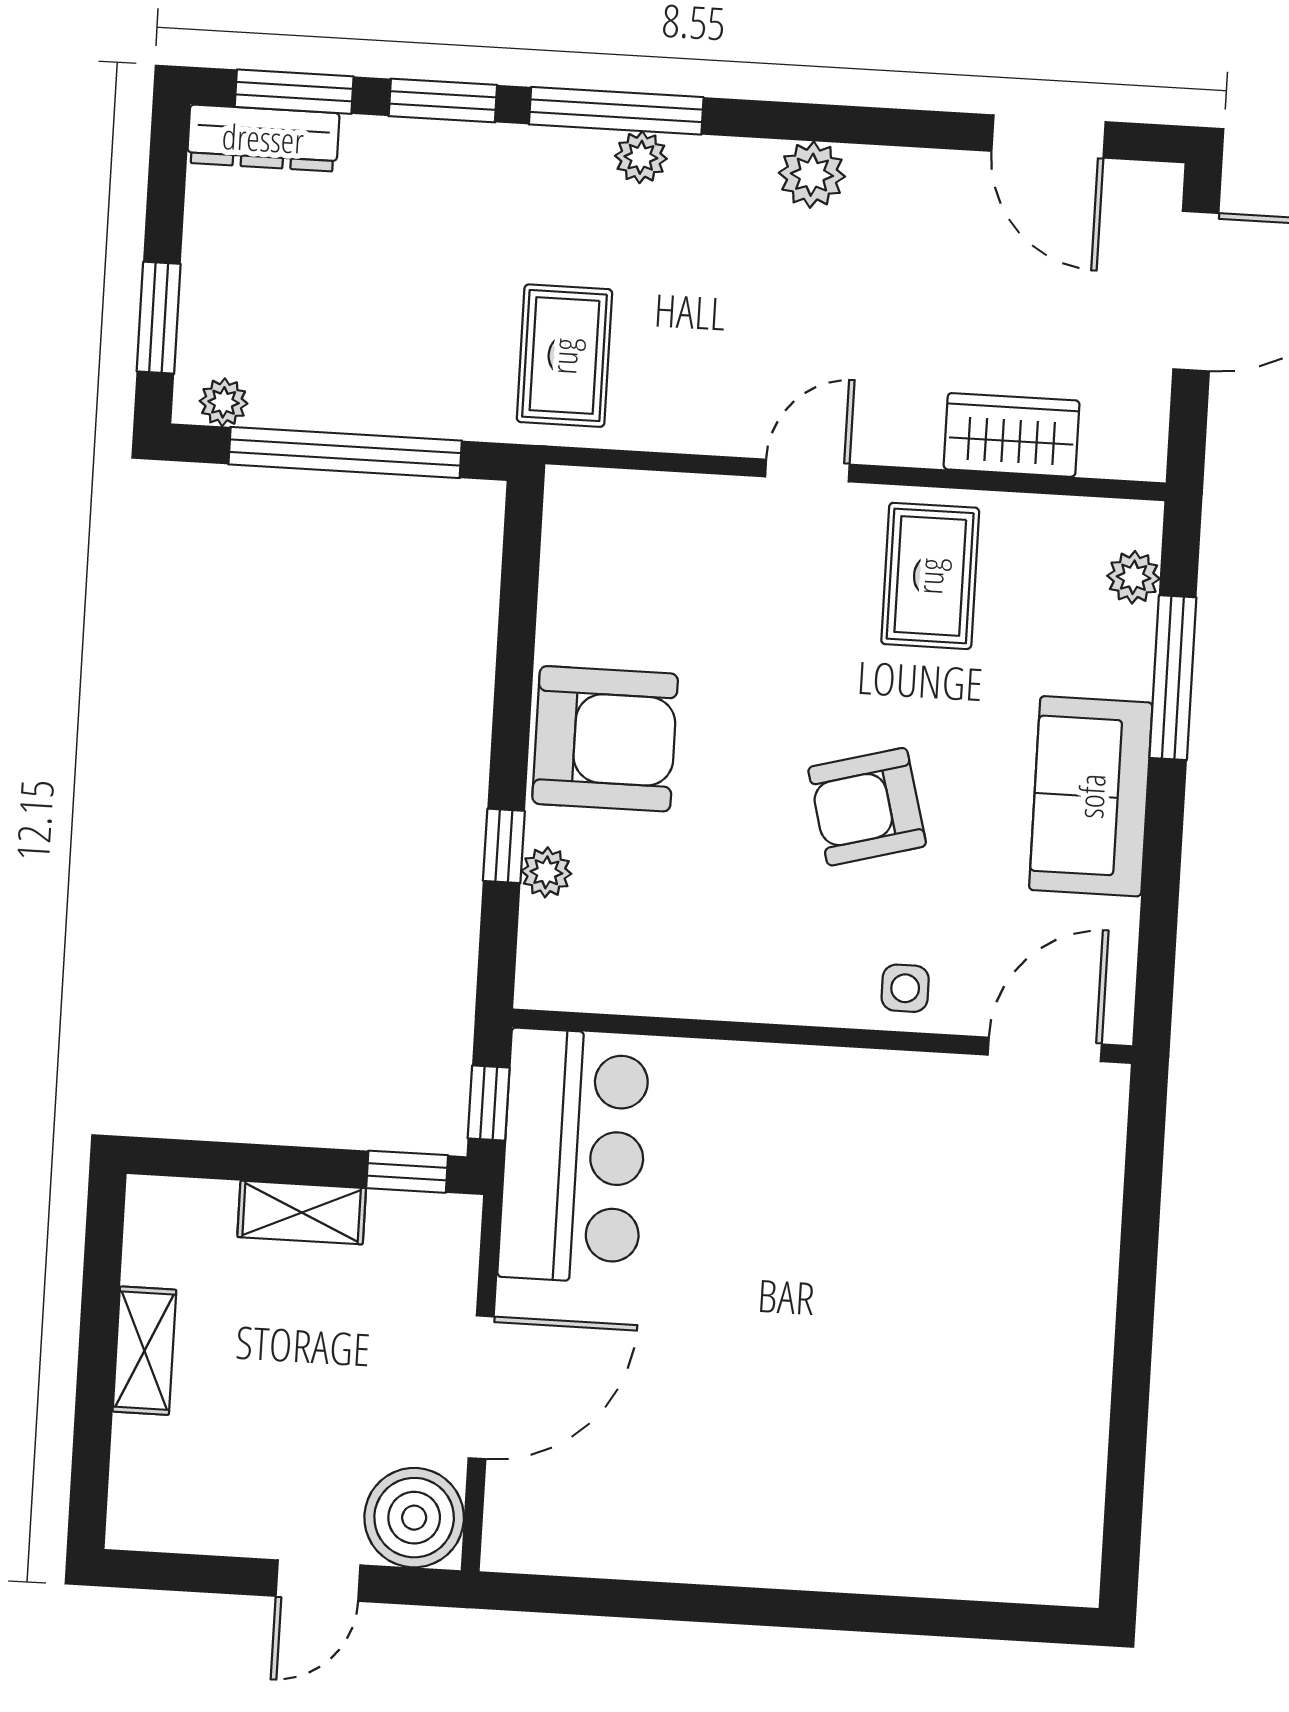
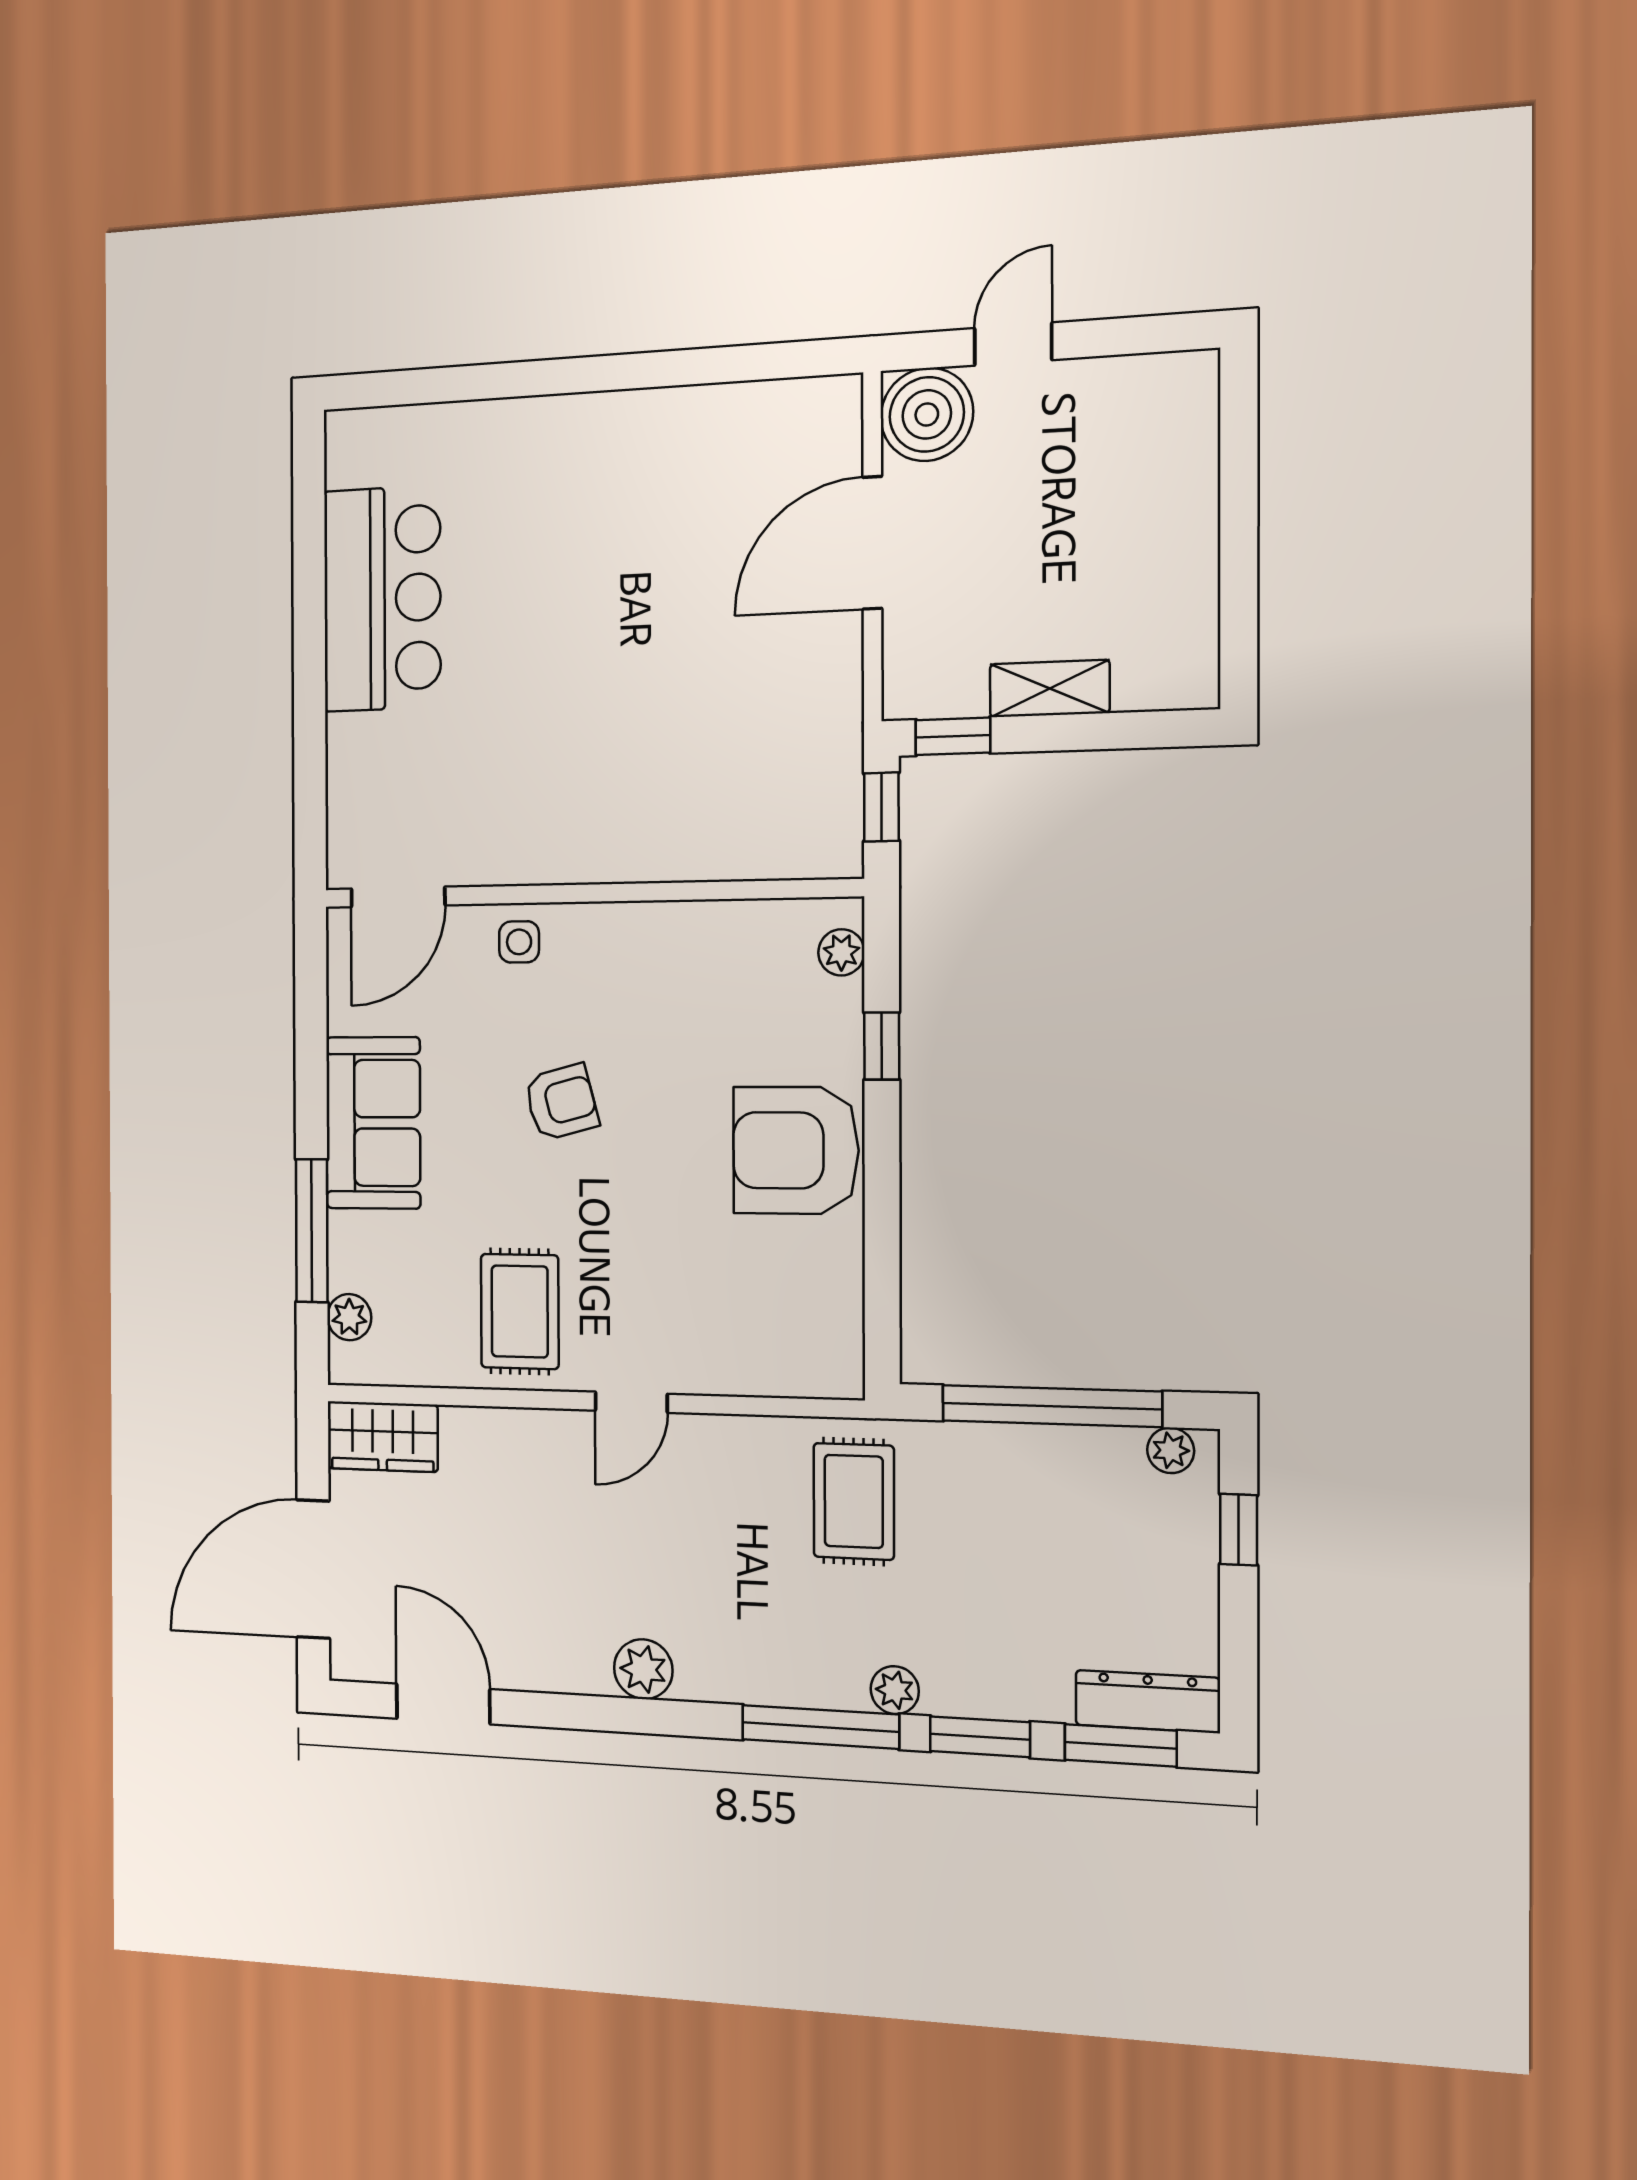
plant: (641, 157) -> (895, 1690), moved
window: (159, 318) -> (1239, 1530), width x0.67
wardrobe: (1012, 435) -> (383, 1437), moved
armchair: (867, 807) -> (561, 1102), width x0.72, depth x0.72
plant: (546, 872) -> (841, 952), moved
bar counter: (574, 1156) -> (382, 599), moved, turned 180
shelving: (144, 1351) -> (1193, 542), removed

